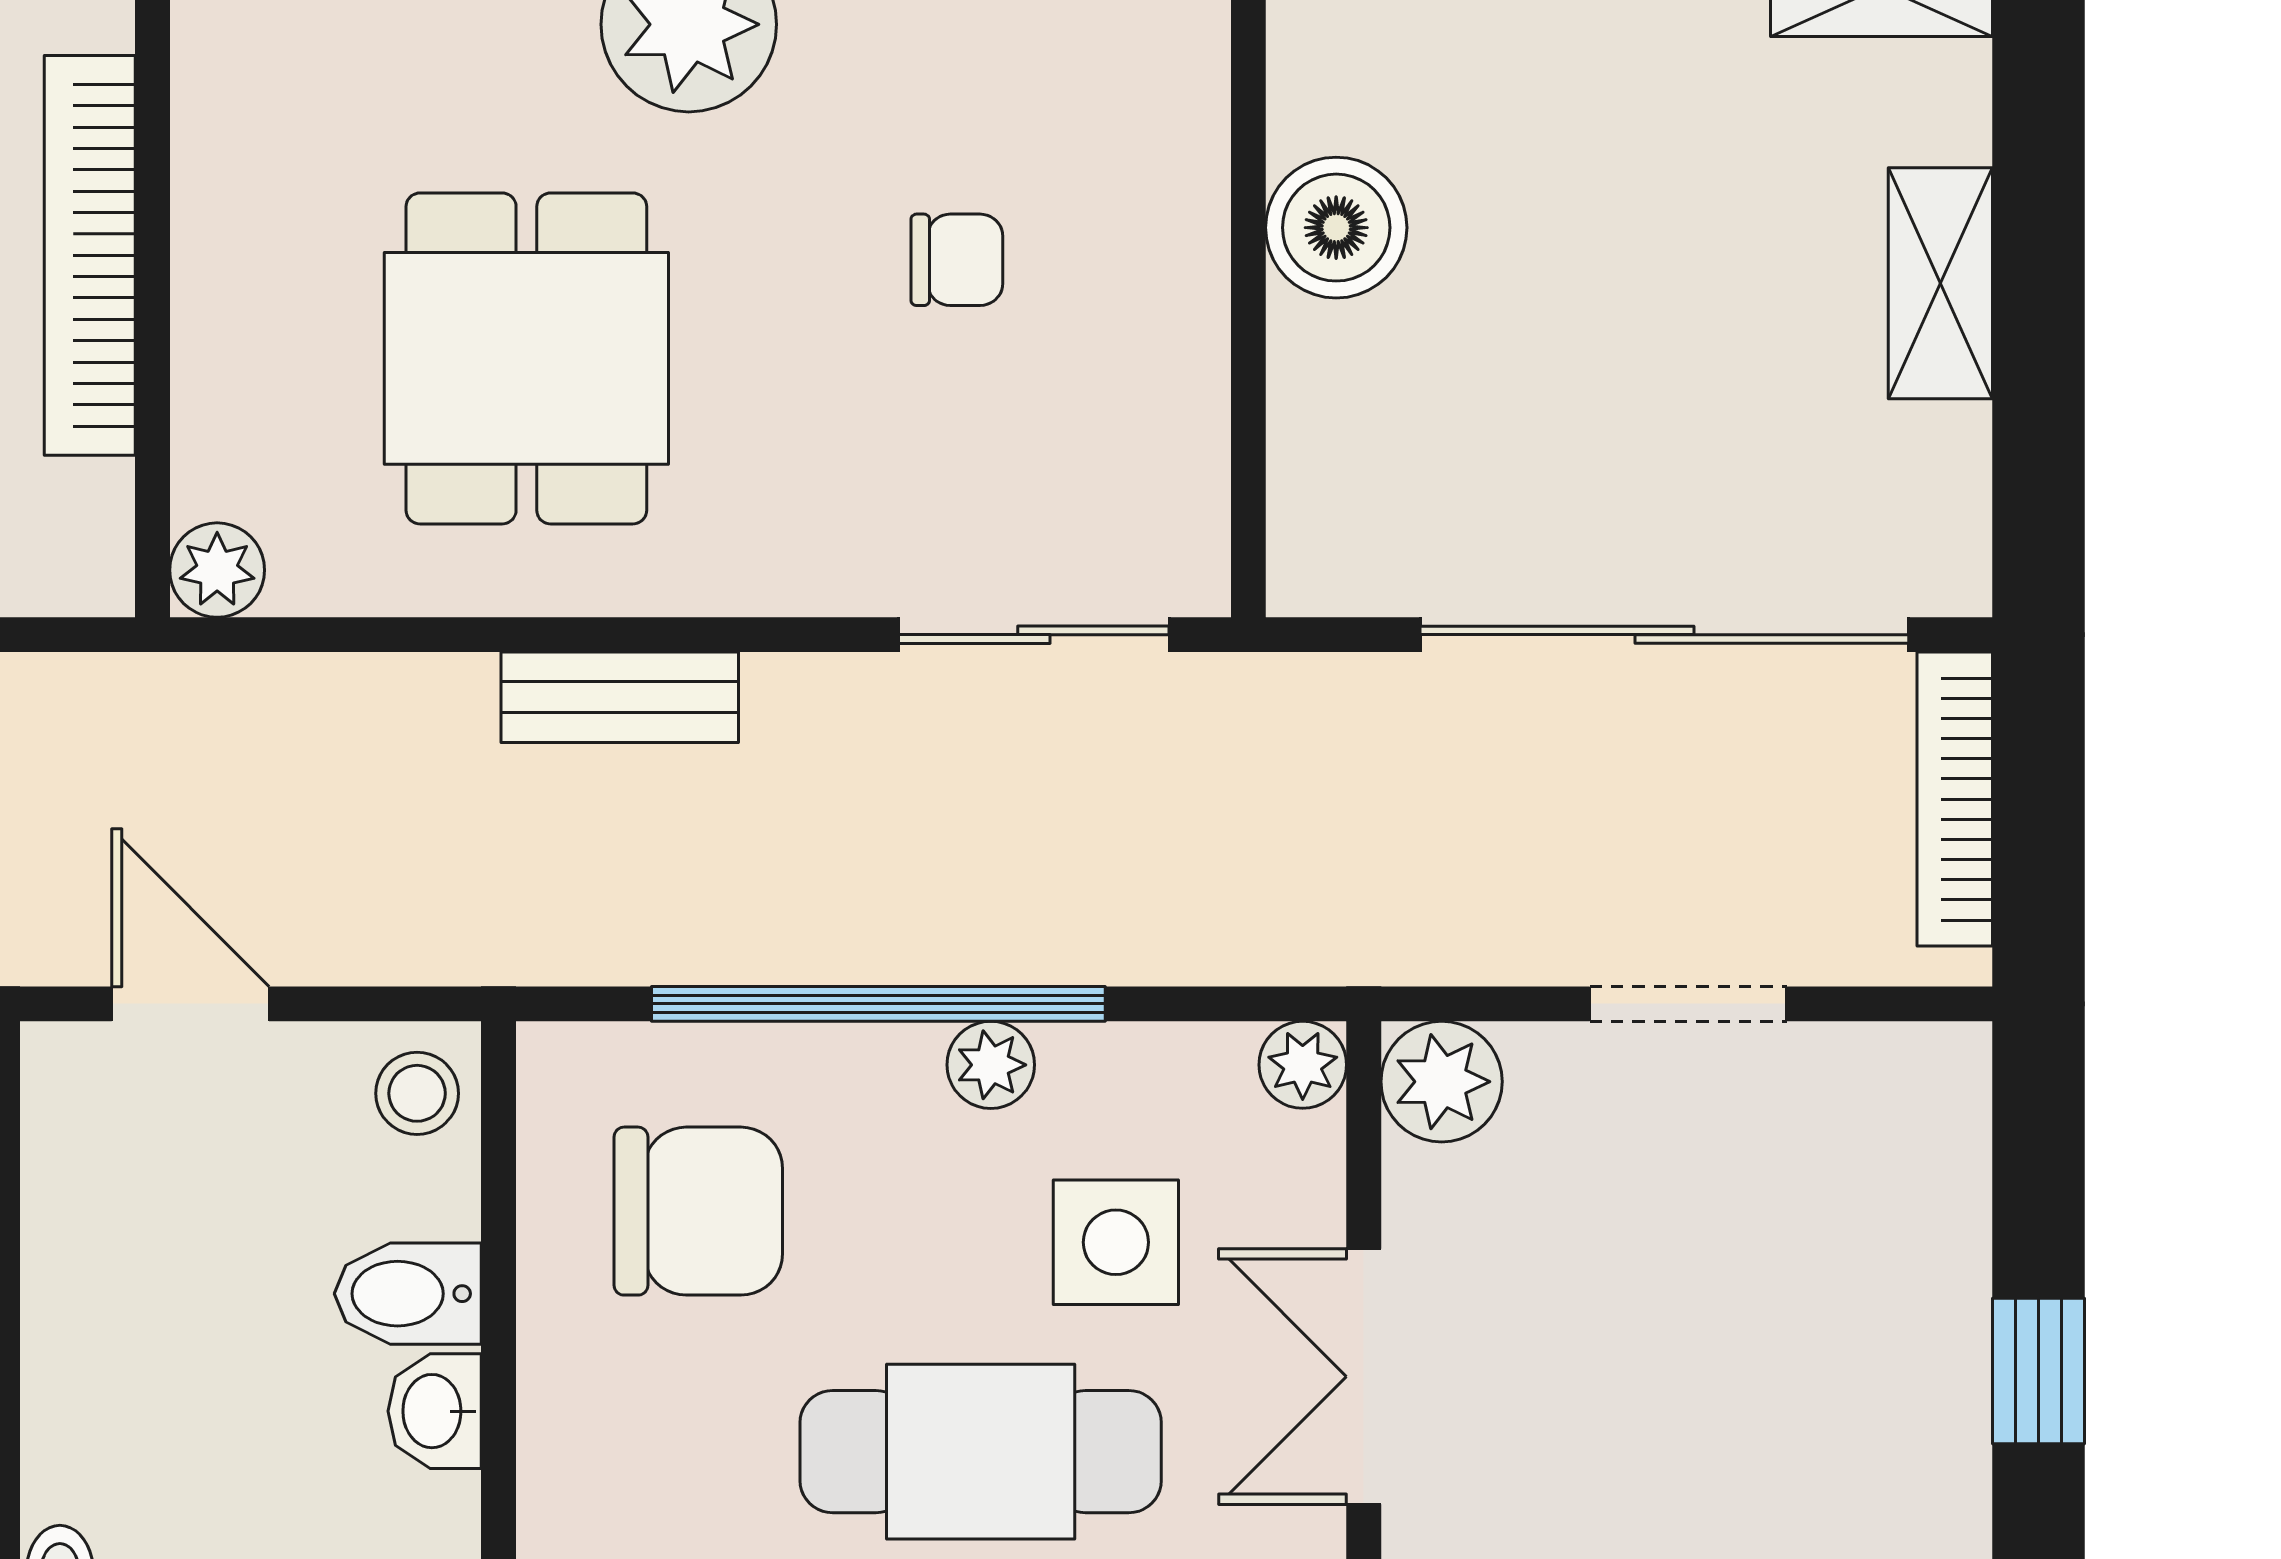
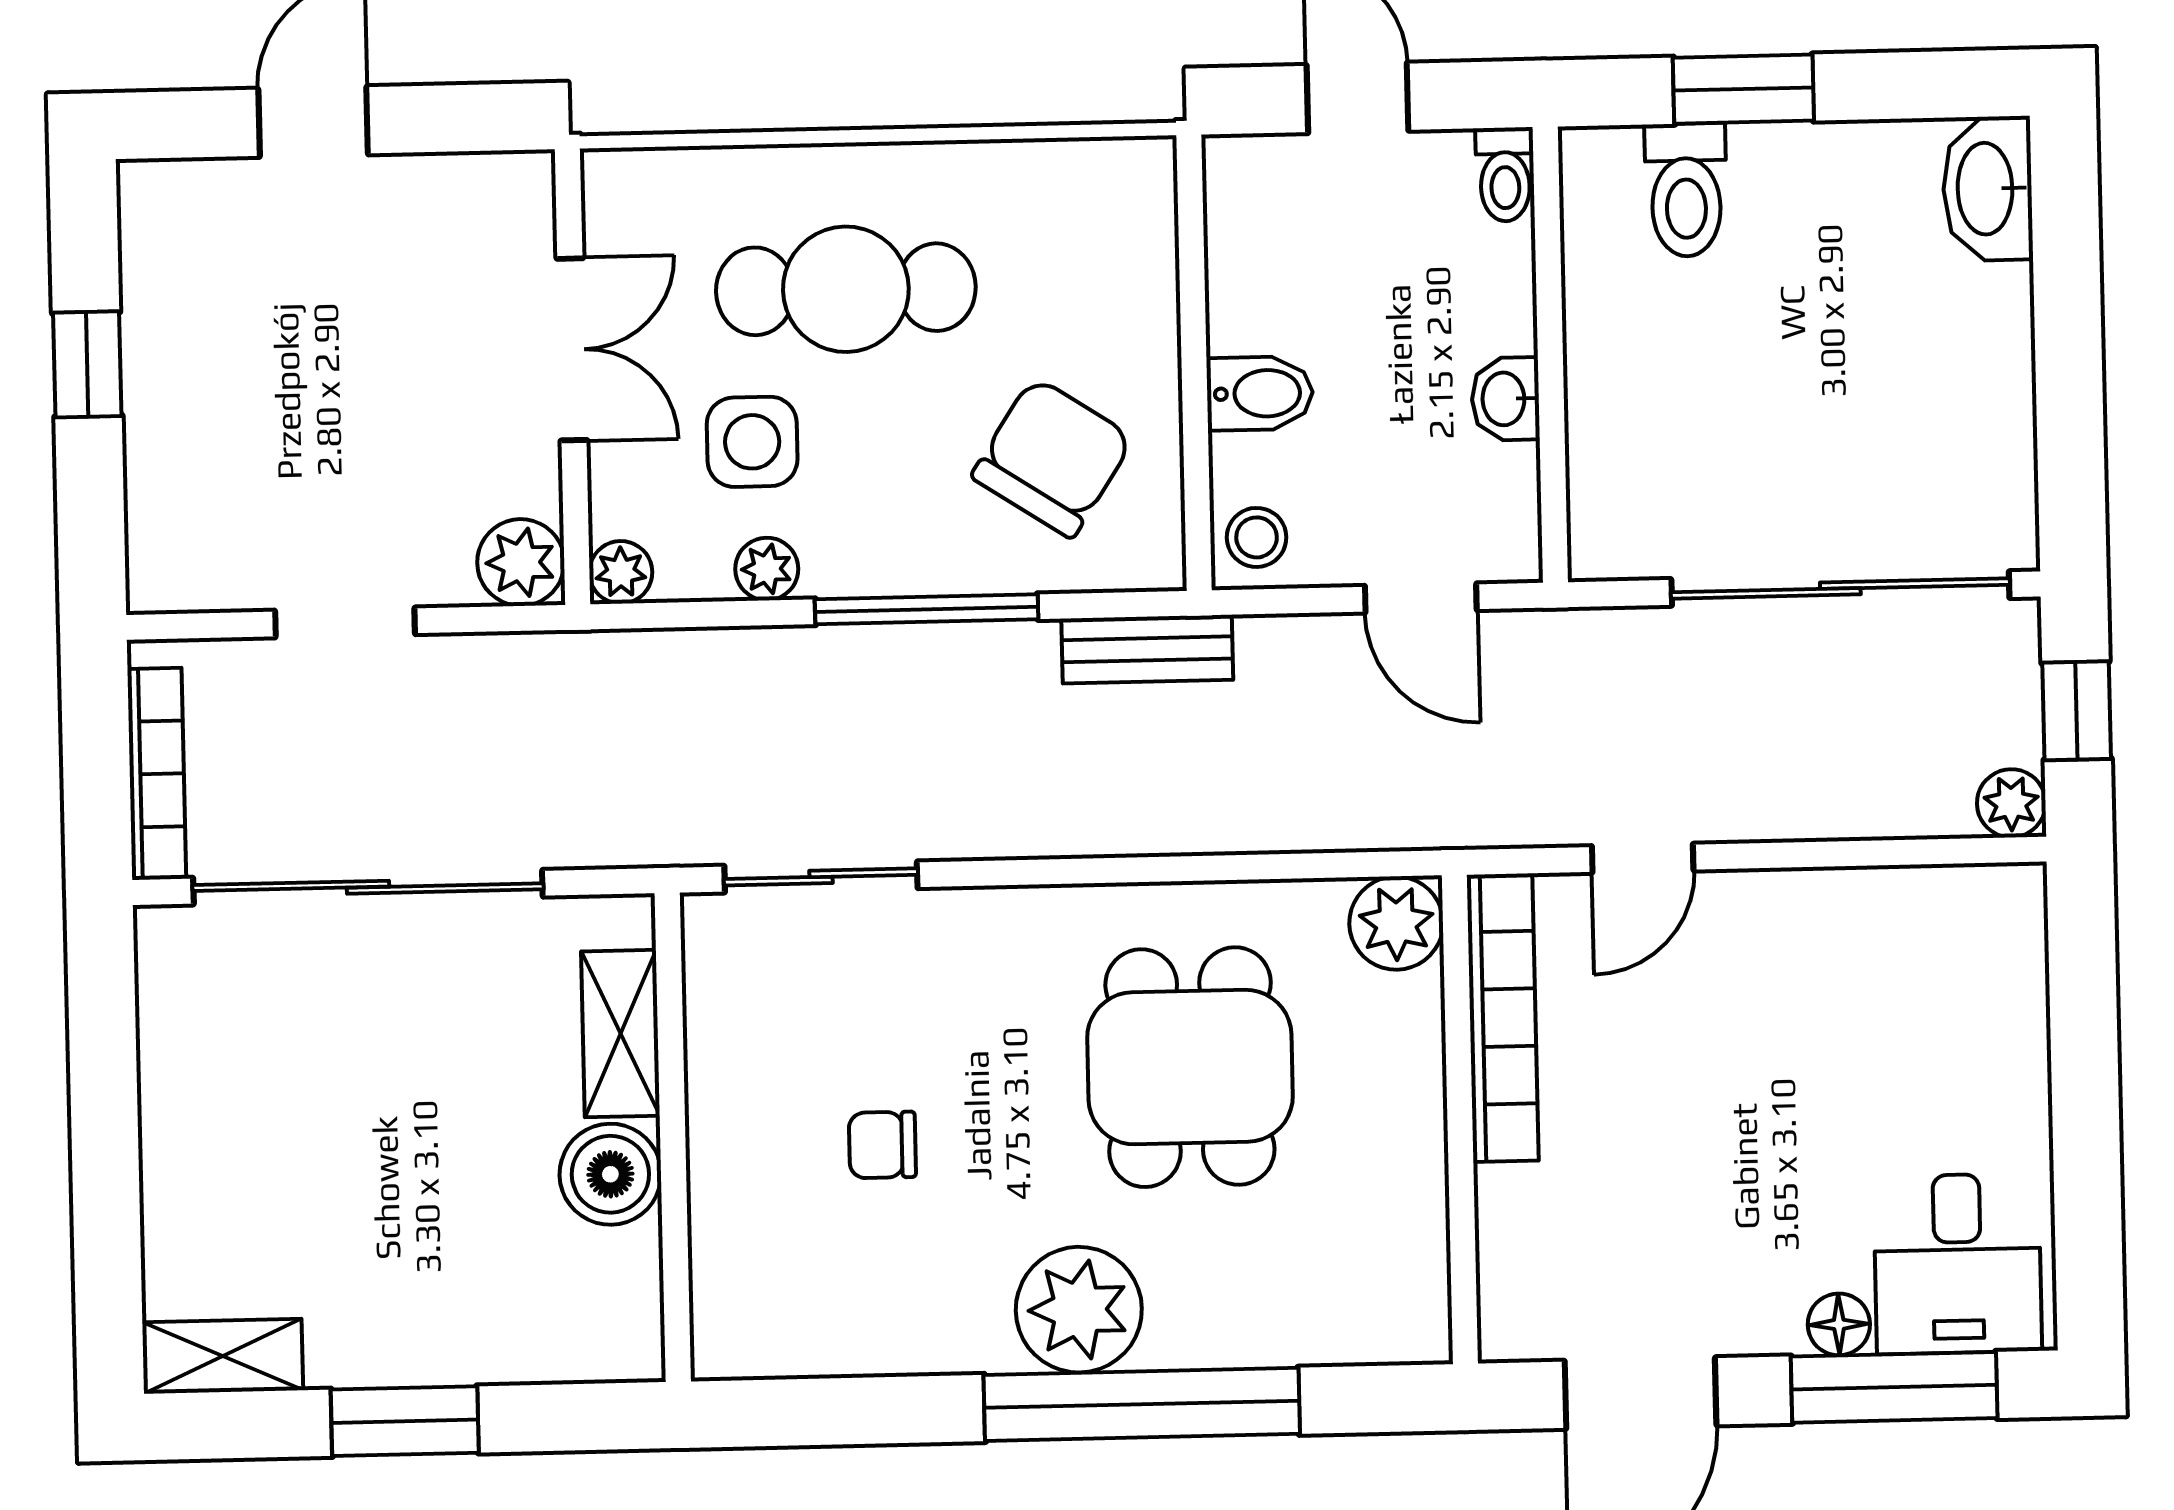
bookcase: (90, 255) -> (1503, 1018), moved
shelving: (1940, 283) -> (620, 1034), moved
plant: (217, 570) -> (1396, 923), width x1.38, depth x1.38
bench: (620, 697) -> (1147, 649), moved
window: (878, 1004) -> (927, 609), width x0.68
plant: (991, 1065) -> (767, 569), moved
chair: (698, 1211) -> (1053, 457), turned 123
washbasin: (435, 1411) -> (1505, 399), moved, turned 180

